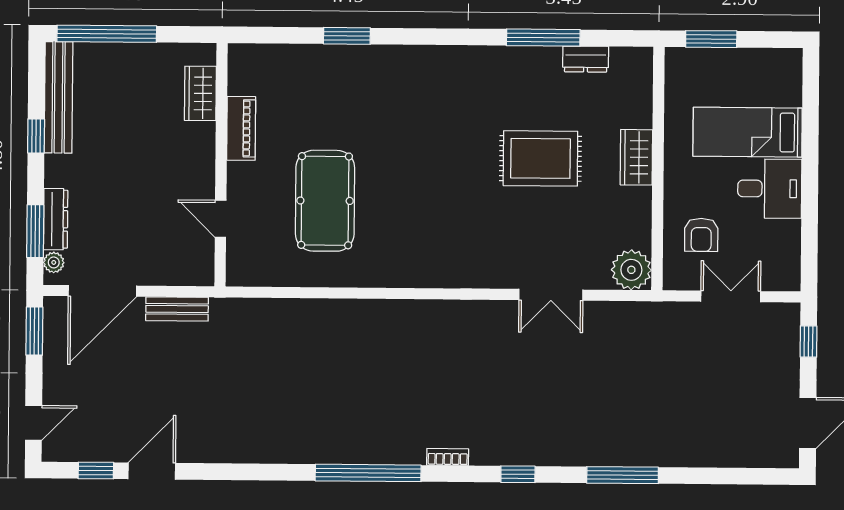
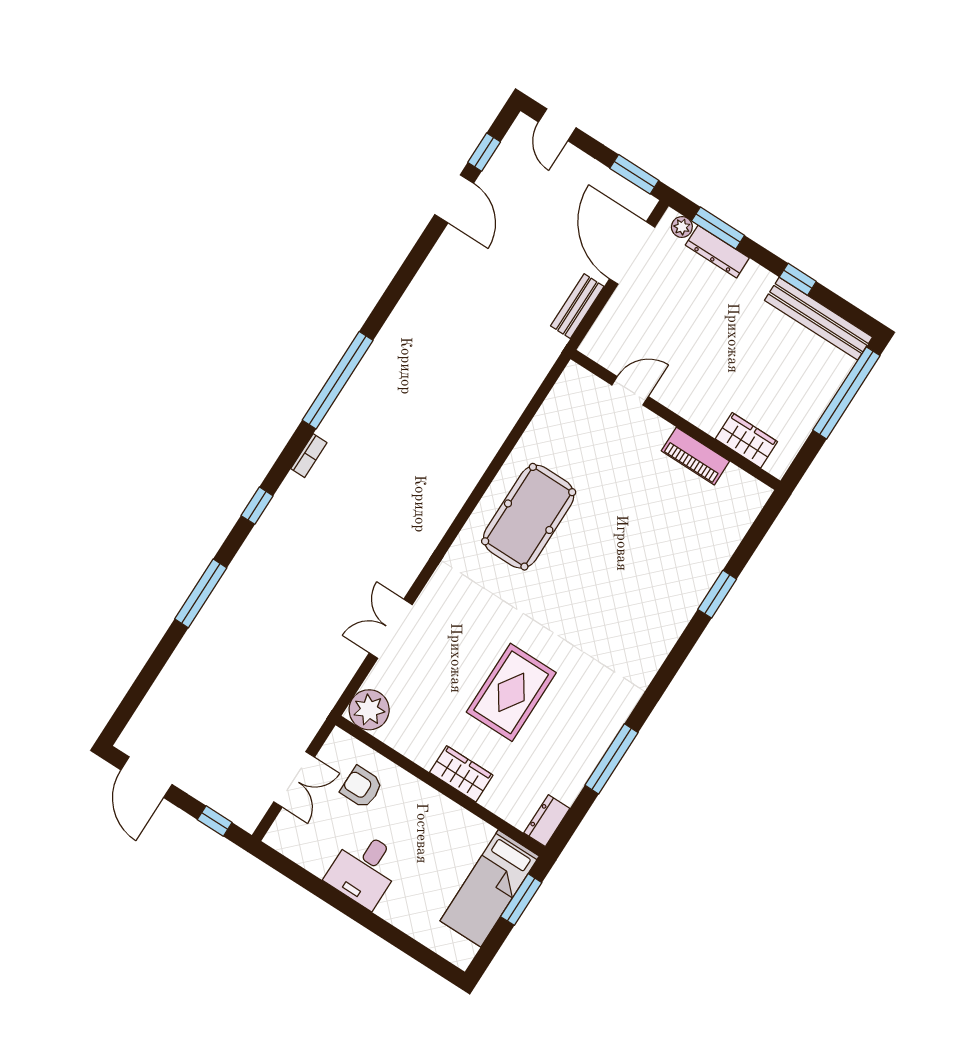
dresser: (586, 59) -> (547, 821), moved
bed: (748, 132) -> (490, 888), moved, turned 180
pool table: (325, 201) -> (529, 517), moved, turned 90

